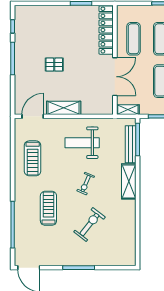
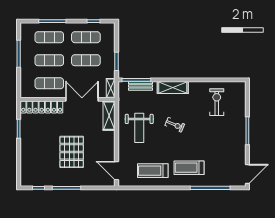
pallet: (54, 65) -> (72, 152), width x2.05, depth x2.00
shelving: (64, 108) -> (109, 116), moved
bench: (131, 144) -> (140, 86), width x0.73
treadmill: (33, 158) -> (153, 171), turned 180
treadmill: (48, 208) -> (189, 168), moved
exercise bike: (89, 224) -> (217, 102), moved, turned 52

